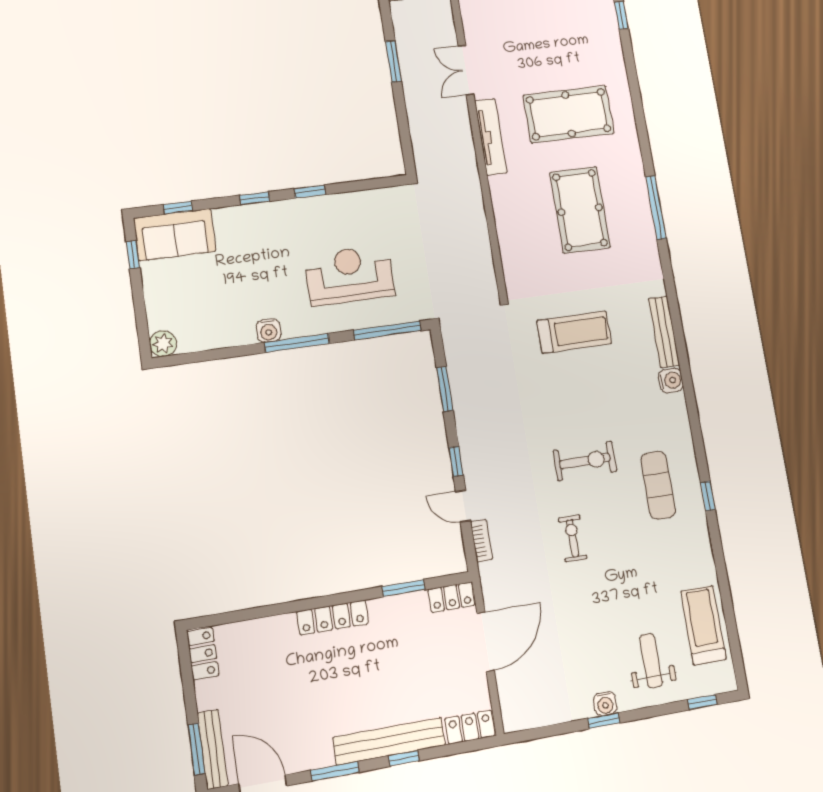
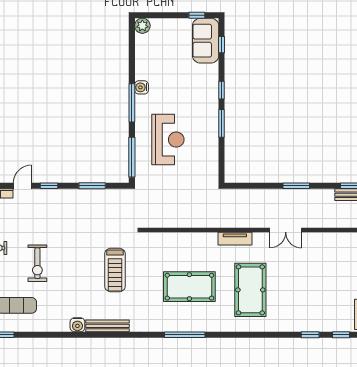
double door: (466, 70) -> (286, 230), swing flipped
tv unit: (491, 137) -> (235, 239), width x0.71
window: (310, 192) -> (222, 123), width x1.50

